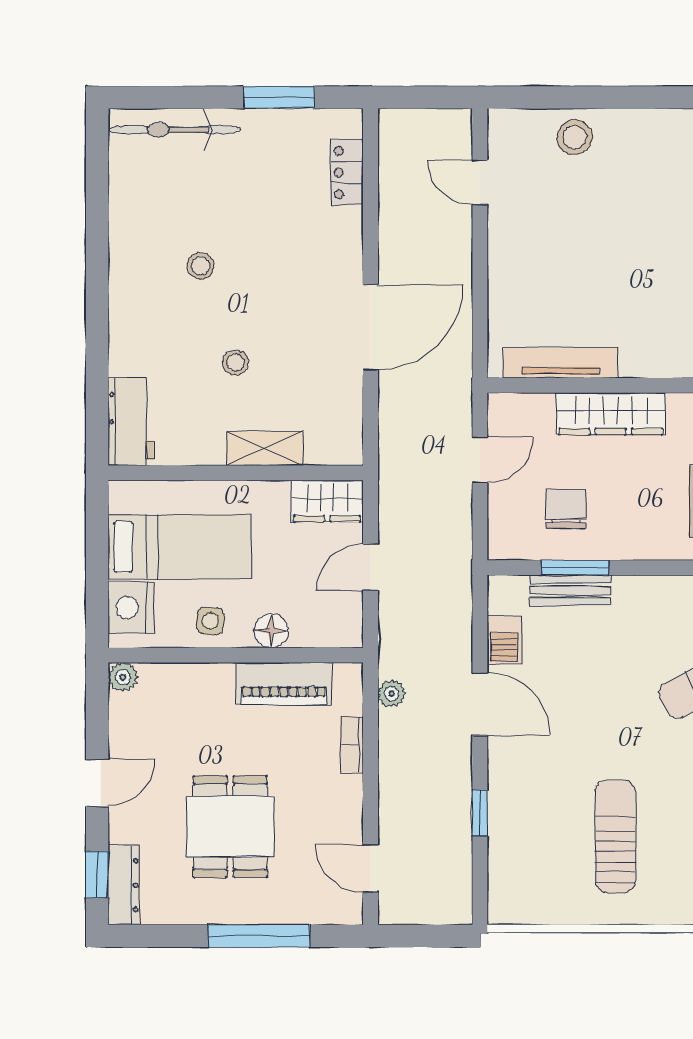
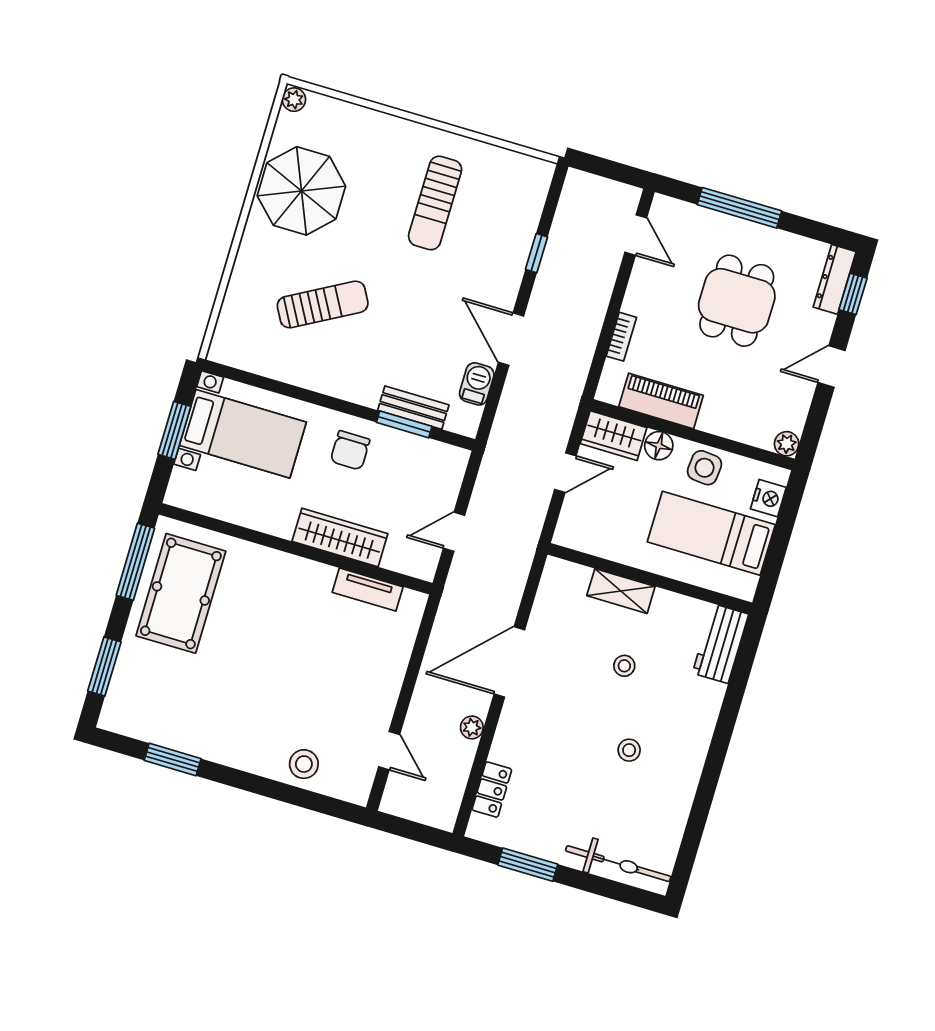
tv unit: (561, 363) -> (368, 590), width x0.71
wardrobe: (327, 501) -> (614, 436), moved, turned 180
chair: (566, 509) -> (350, 450), moved
nightstand: (131, 607) -> (768, 498), width x0.74, depth x0.75
side table: (210, 621) -> (704, 468), width x1.37, depth x1.37
plant: (392, 693) -> (472, 727), moved

